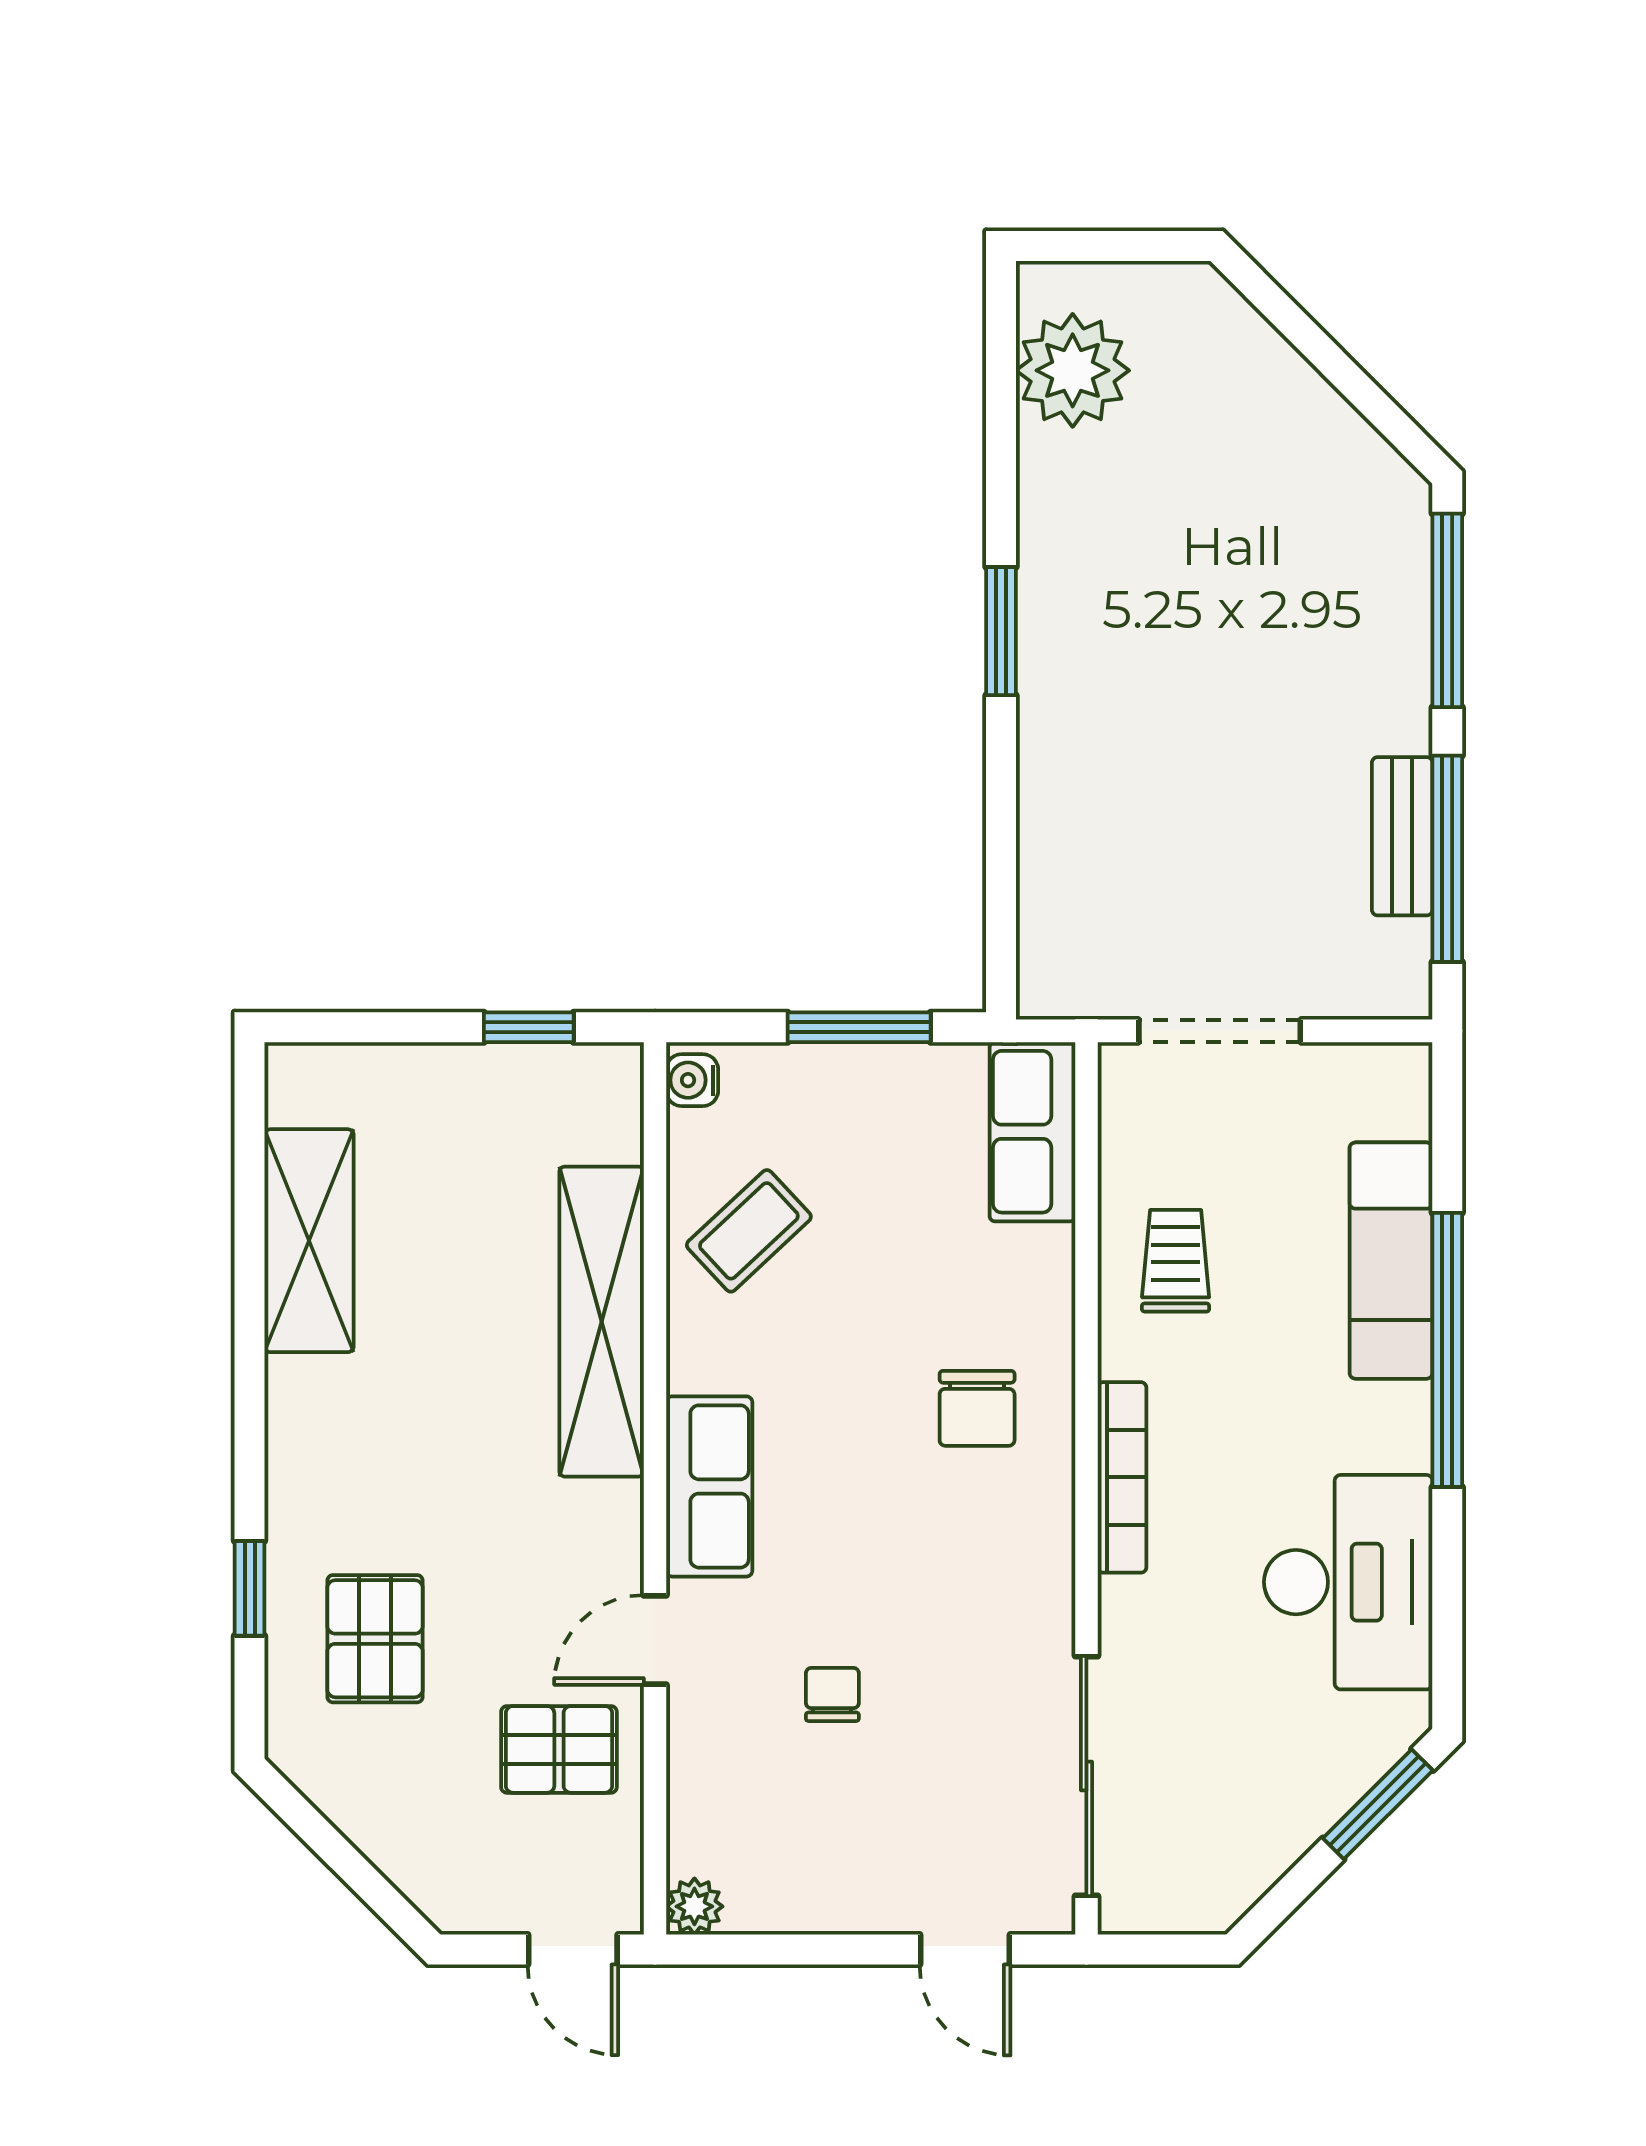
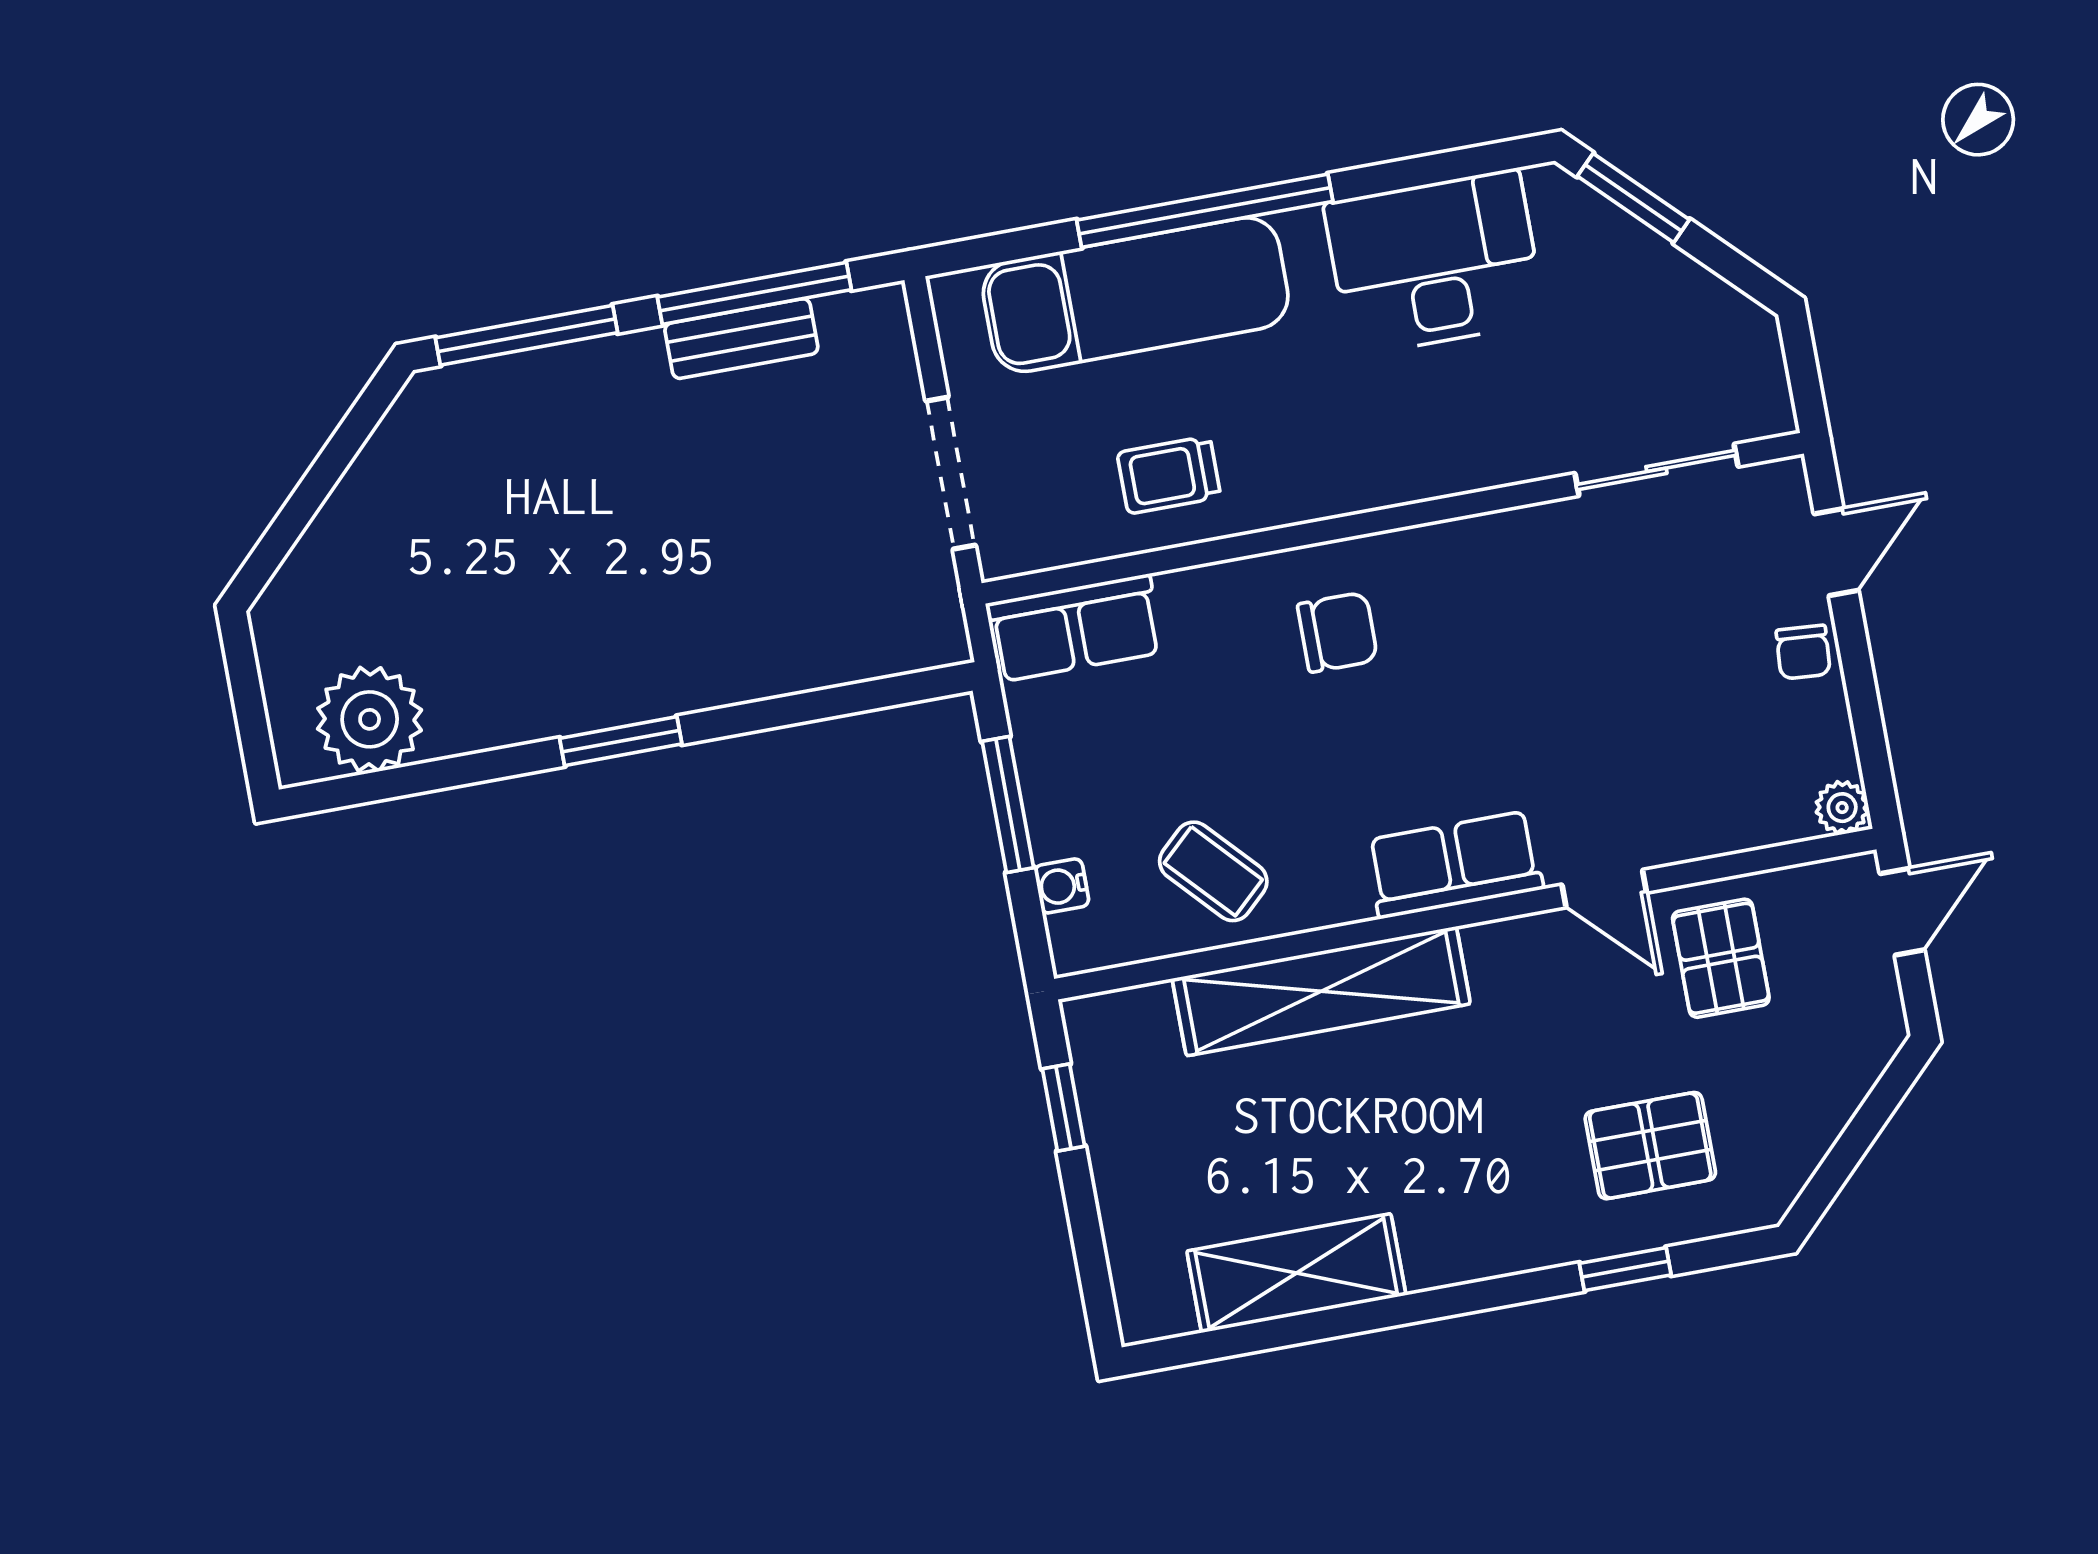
water cooler: (692, 1080) -> (1062, 886), moved, turned 90
exam couch: (1391, 1261) -> (1136, 295), width x1.36, depth x1.45
bookcase: (1122, 1477) -> (1377, 488), removed
chair: (832, 1694) -> (1803, 652), moved, turned -86
sliding door: (1086, 1776) -> (1656, 470), width x0.73

